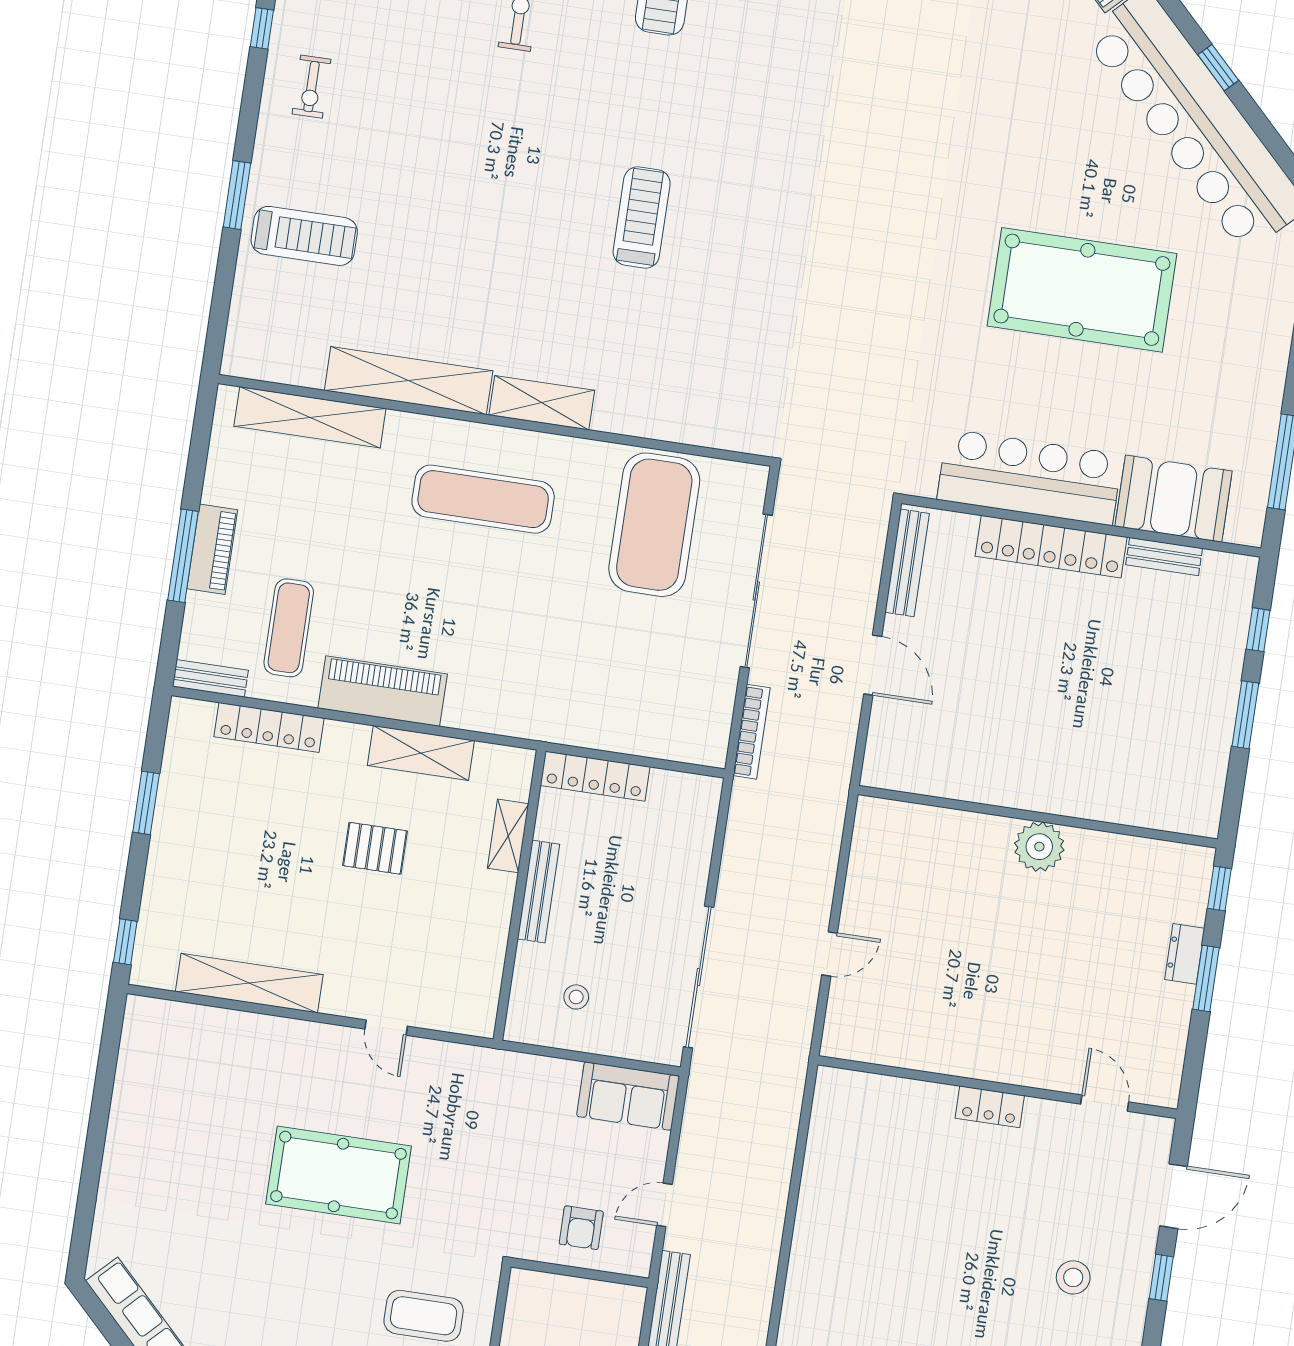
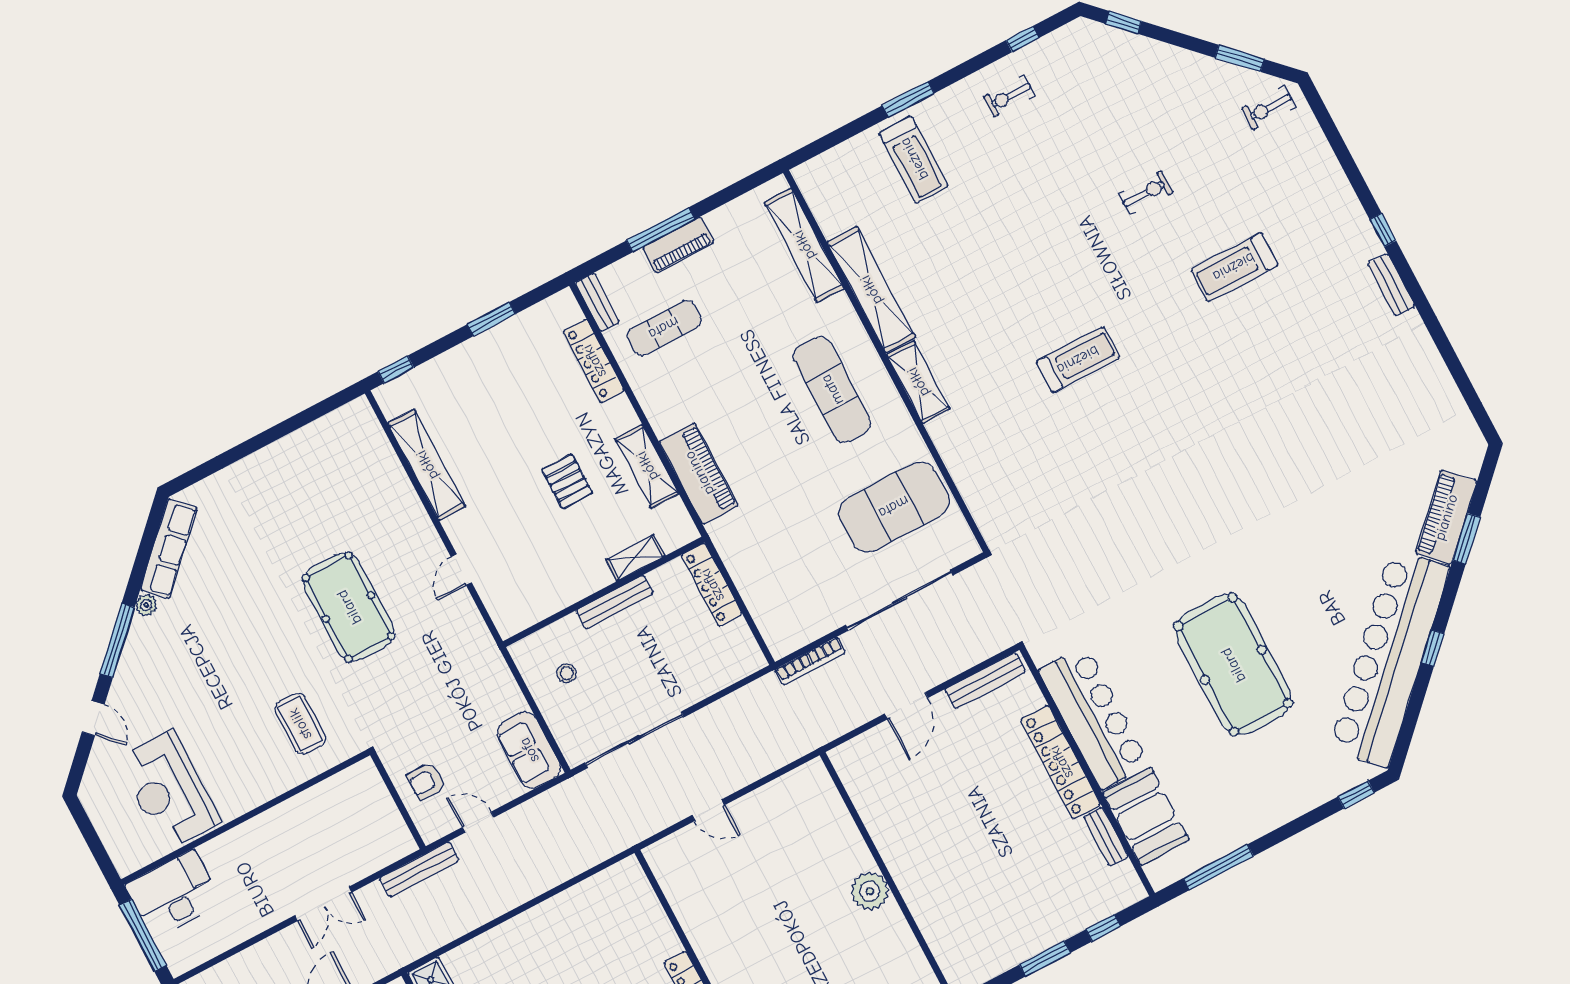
piano: (383, 691) -> (699, 473), moved

